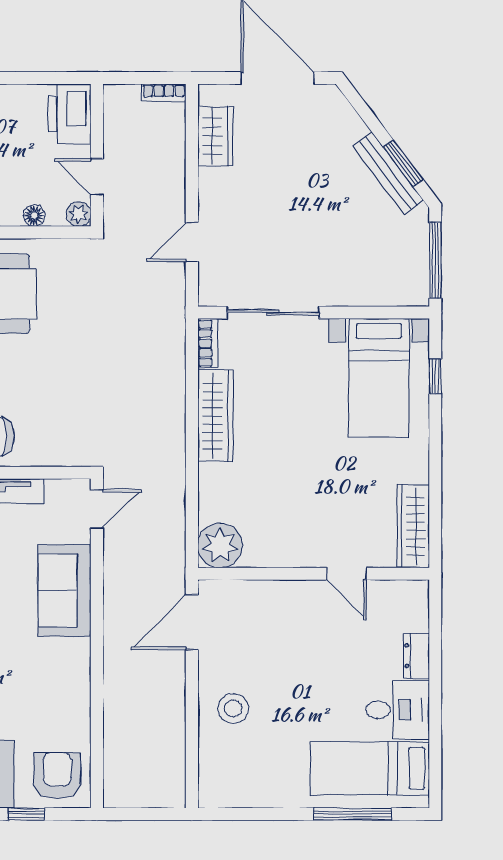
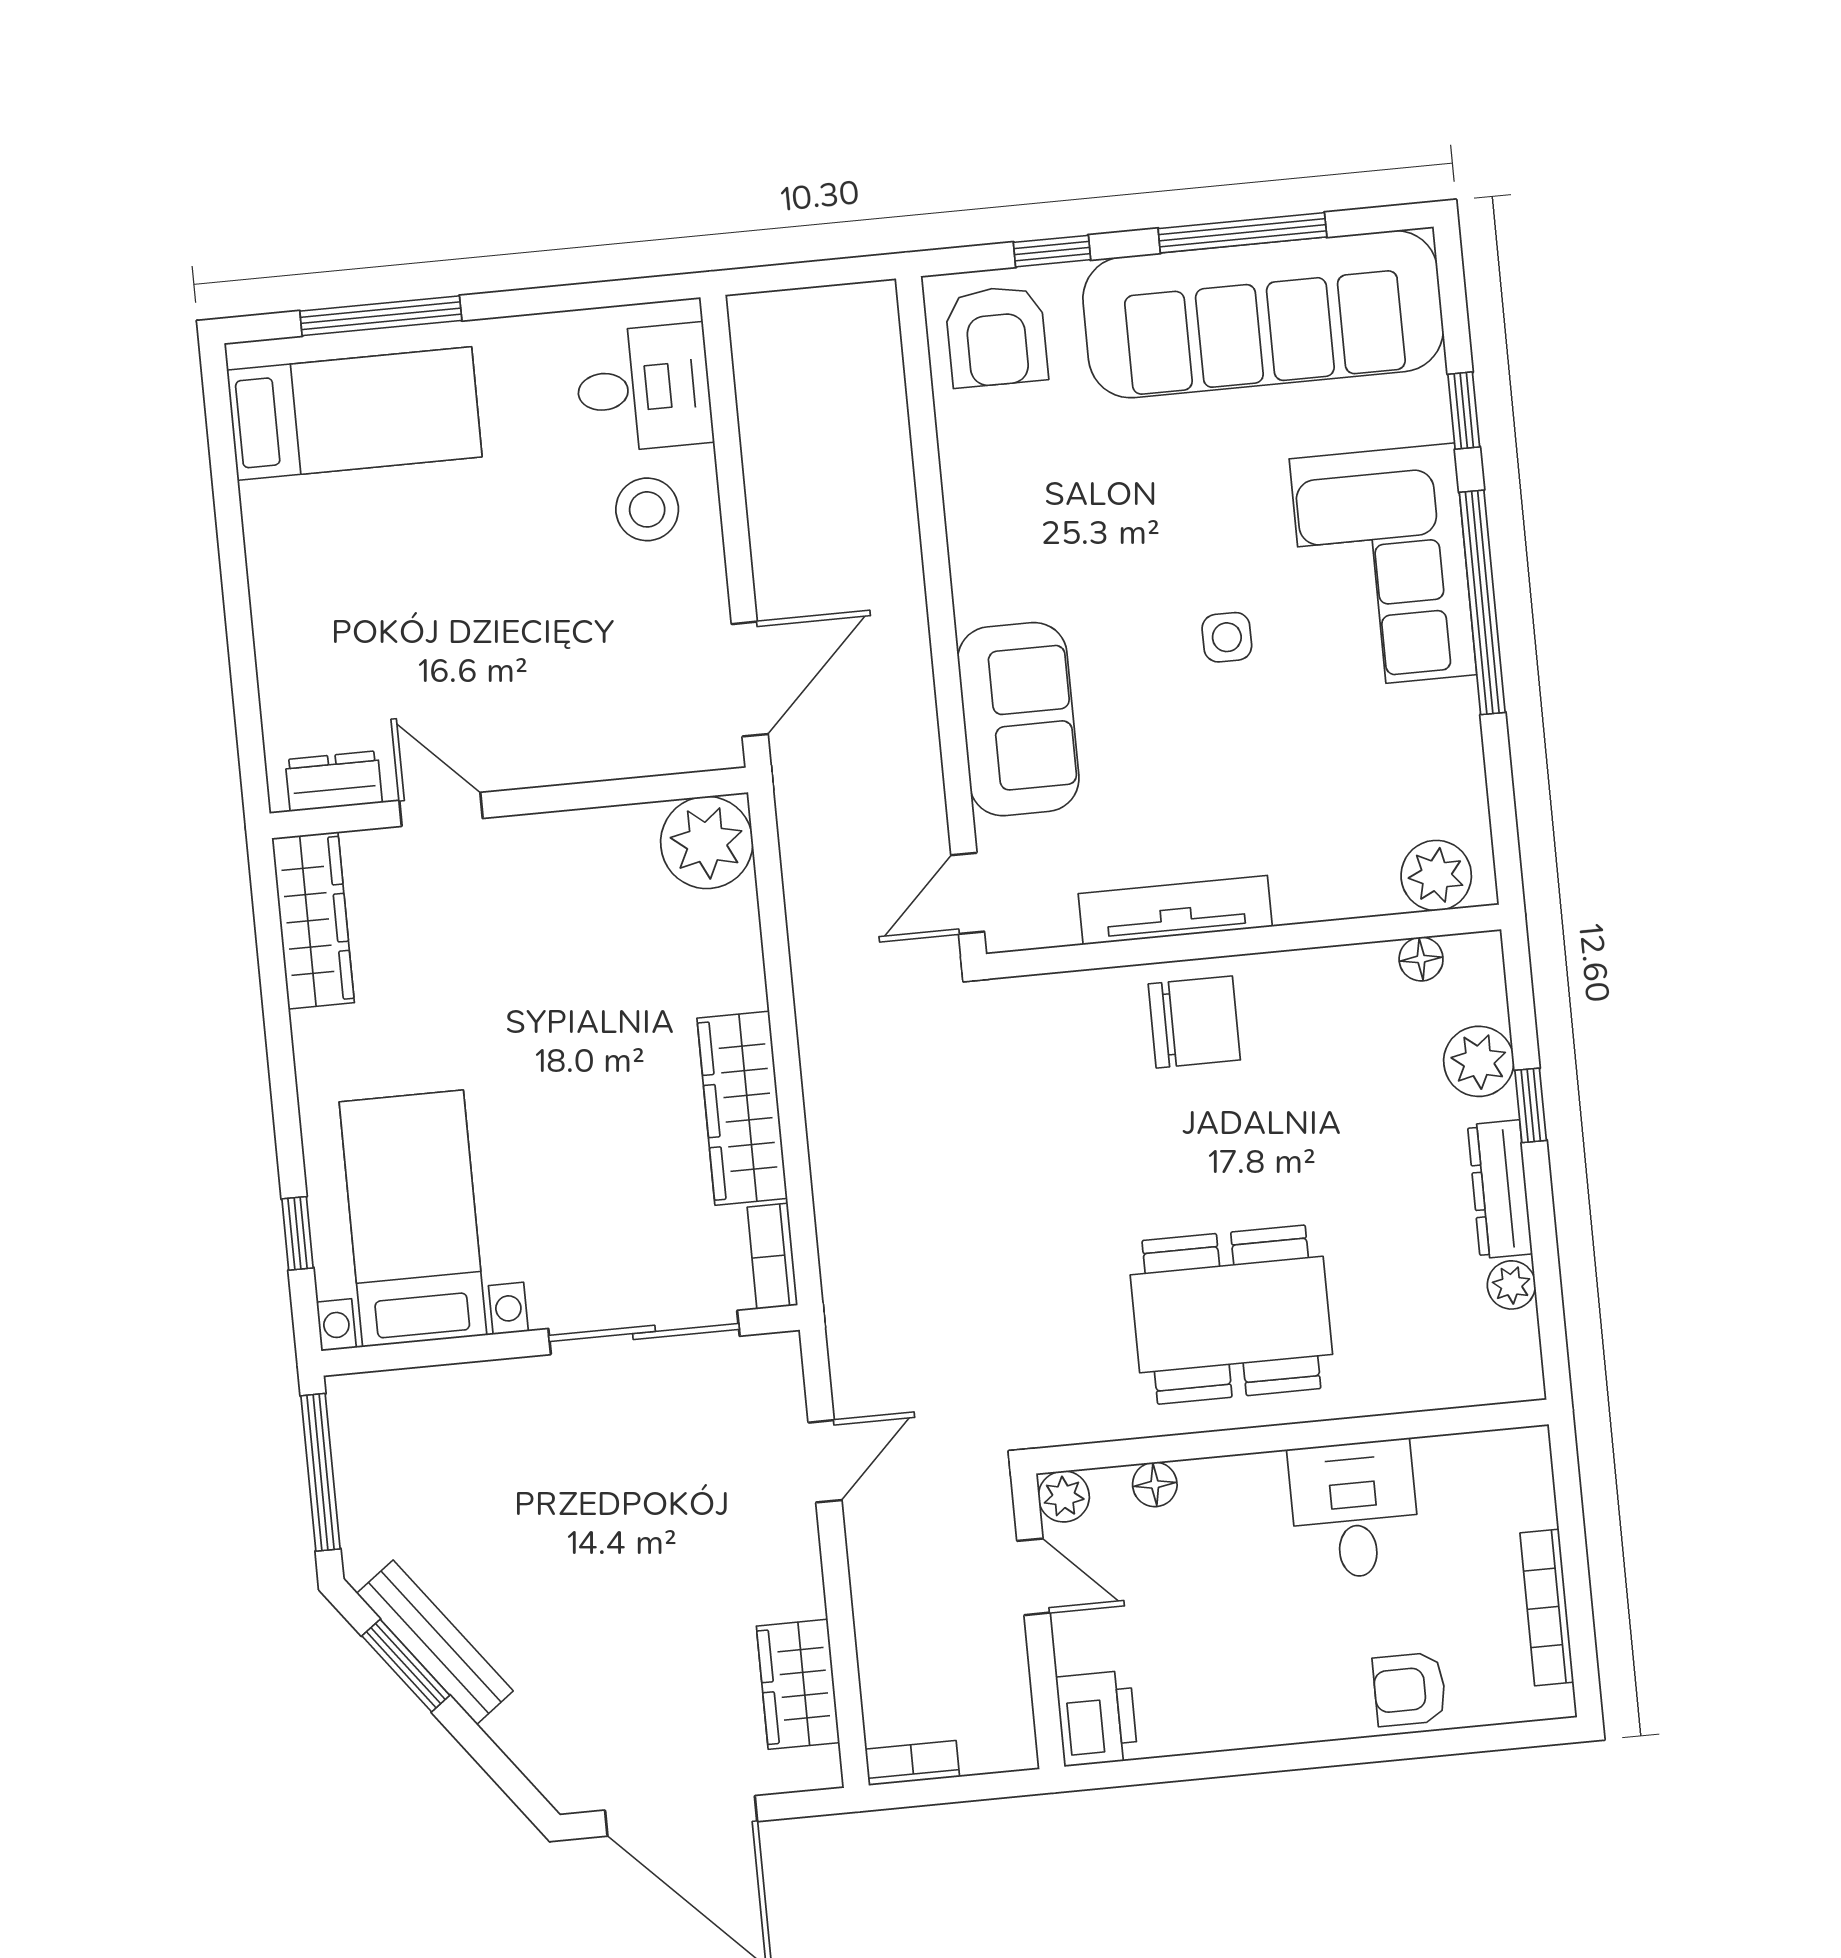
printer: (69, 114) -> (1097, 1718), width x0.73, depth x0.84
dresser: (417, 656) -> (334, 781), moved, turned -90
desk: (398, 710) -> (644, 388), moved, turned 180

